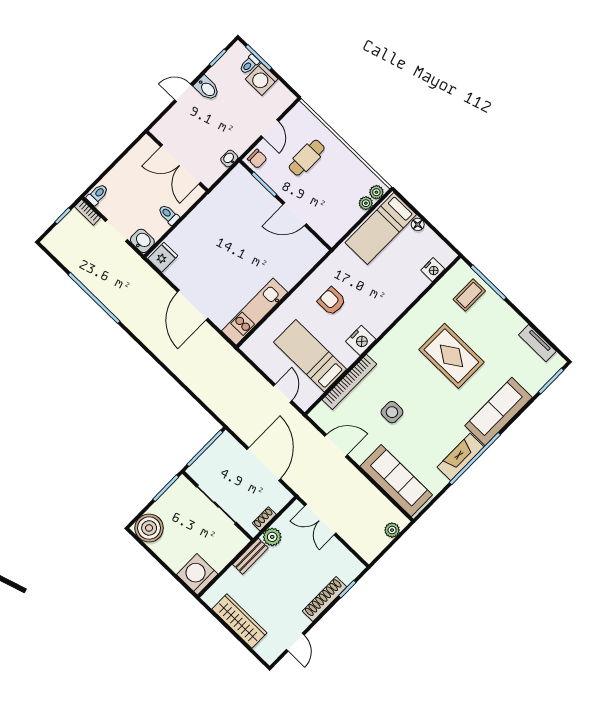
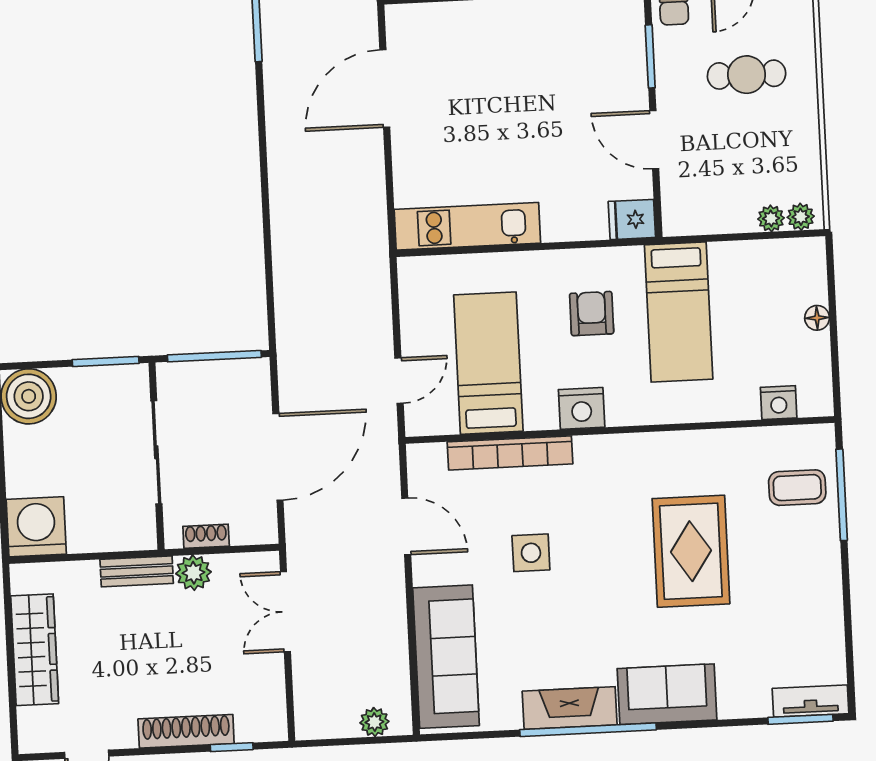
bed: (381, 229) -> (679, 312), moved, turned -90
fridge: (163, 257) -> (632, 219), moved, turned 180
door: (193, 305) -> (385, 88), moved
tv unit: (537, 343) -> (810, 701), moved, turned 90
sofa: (498, 411) -> (667, 694), width x0.73

